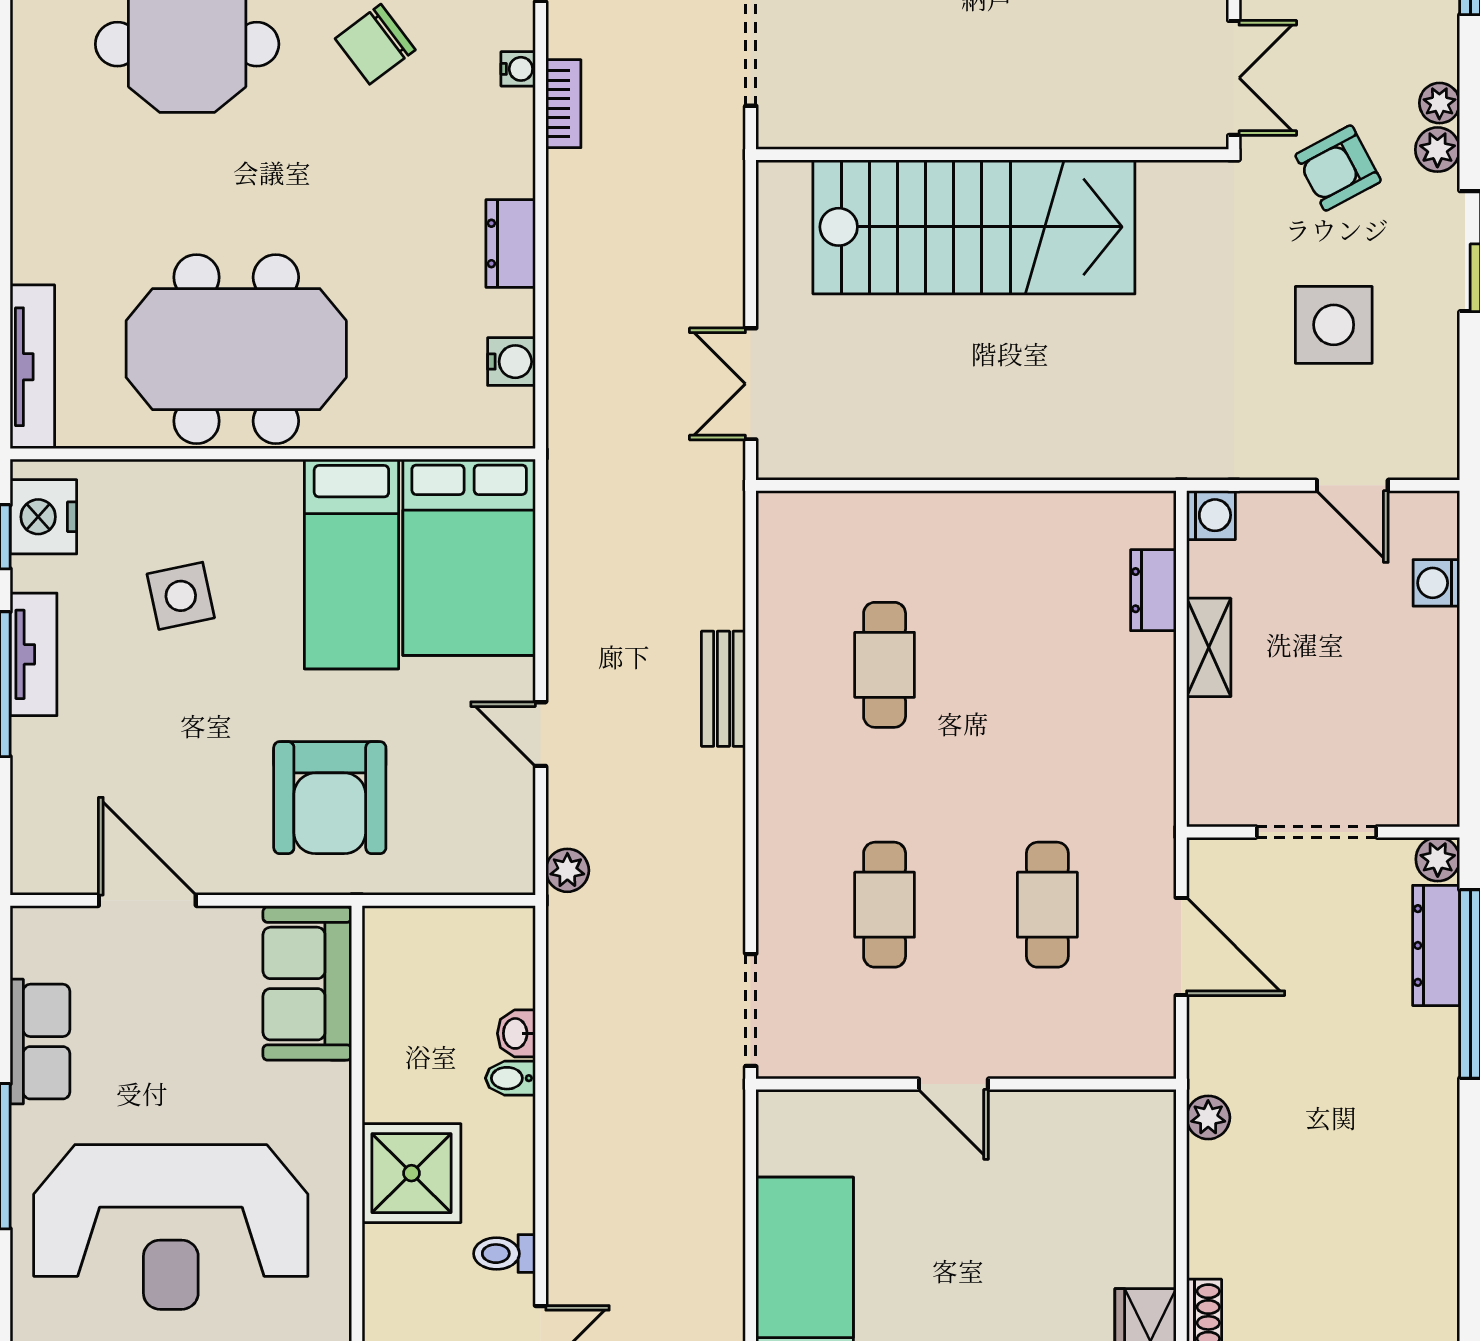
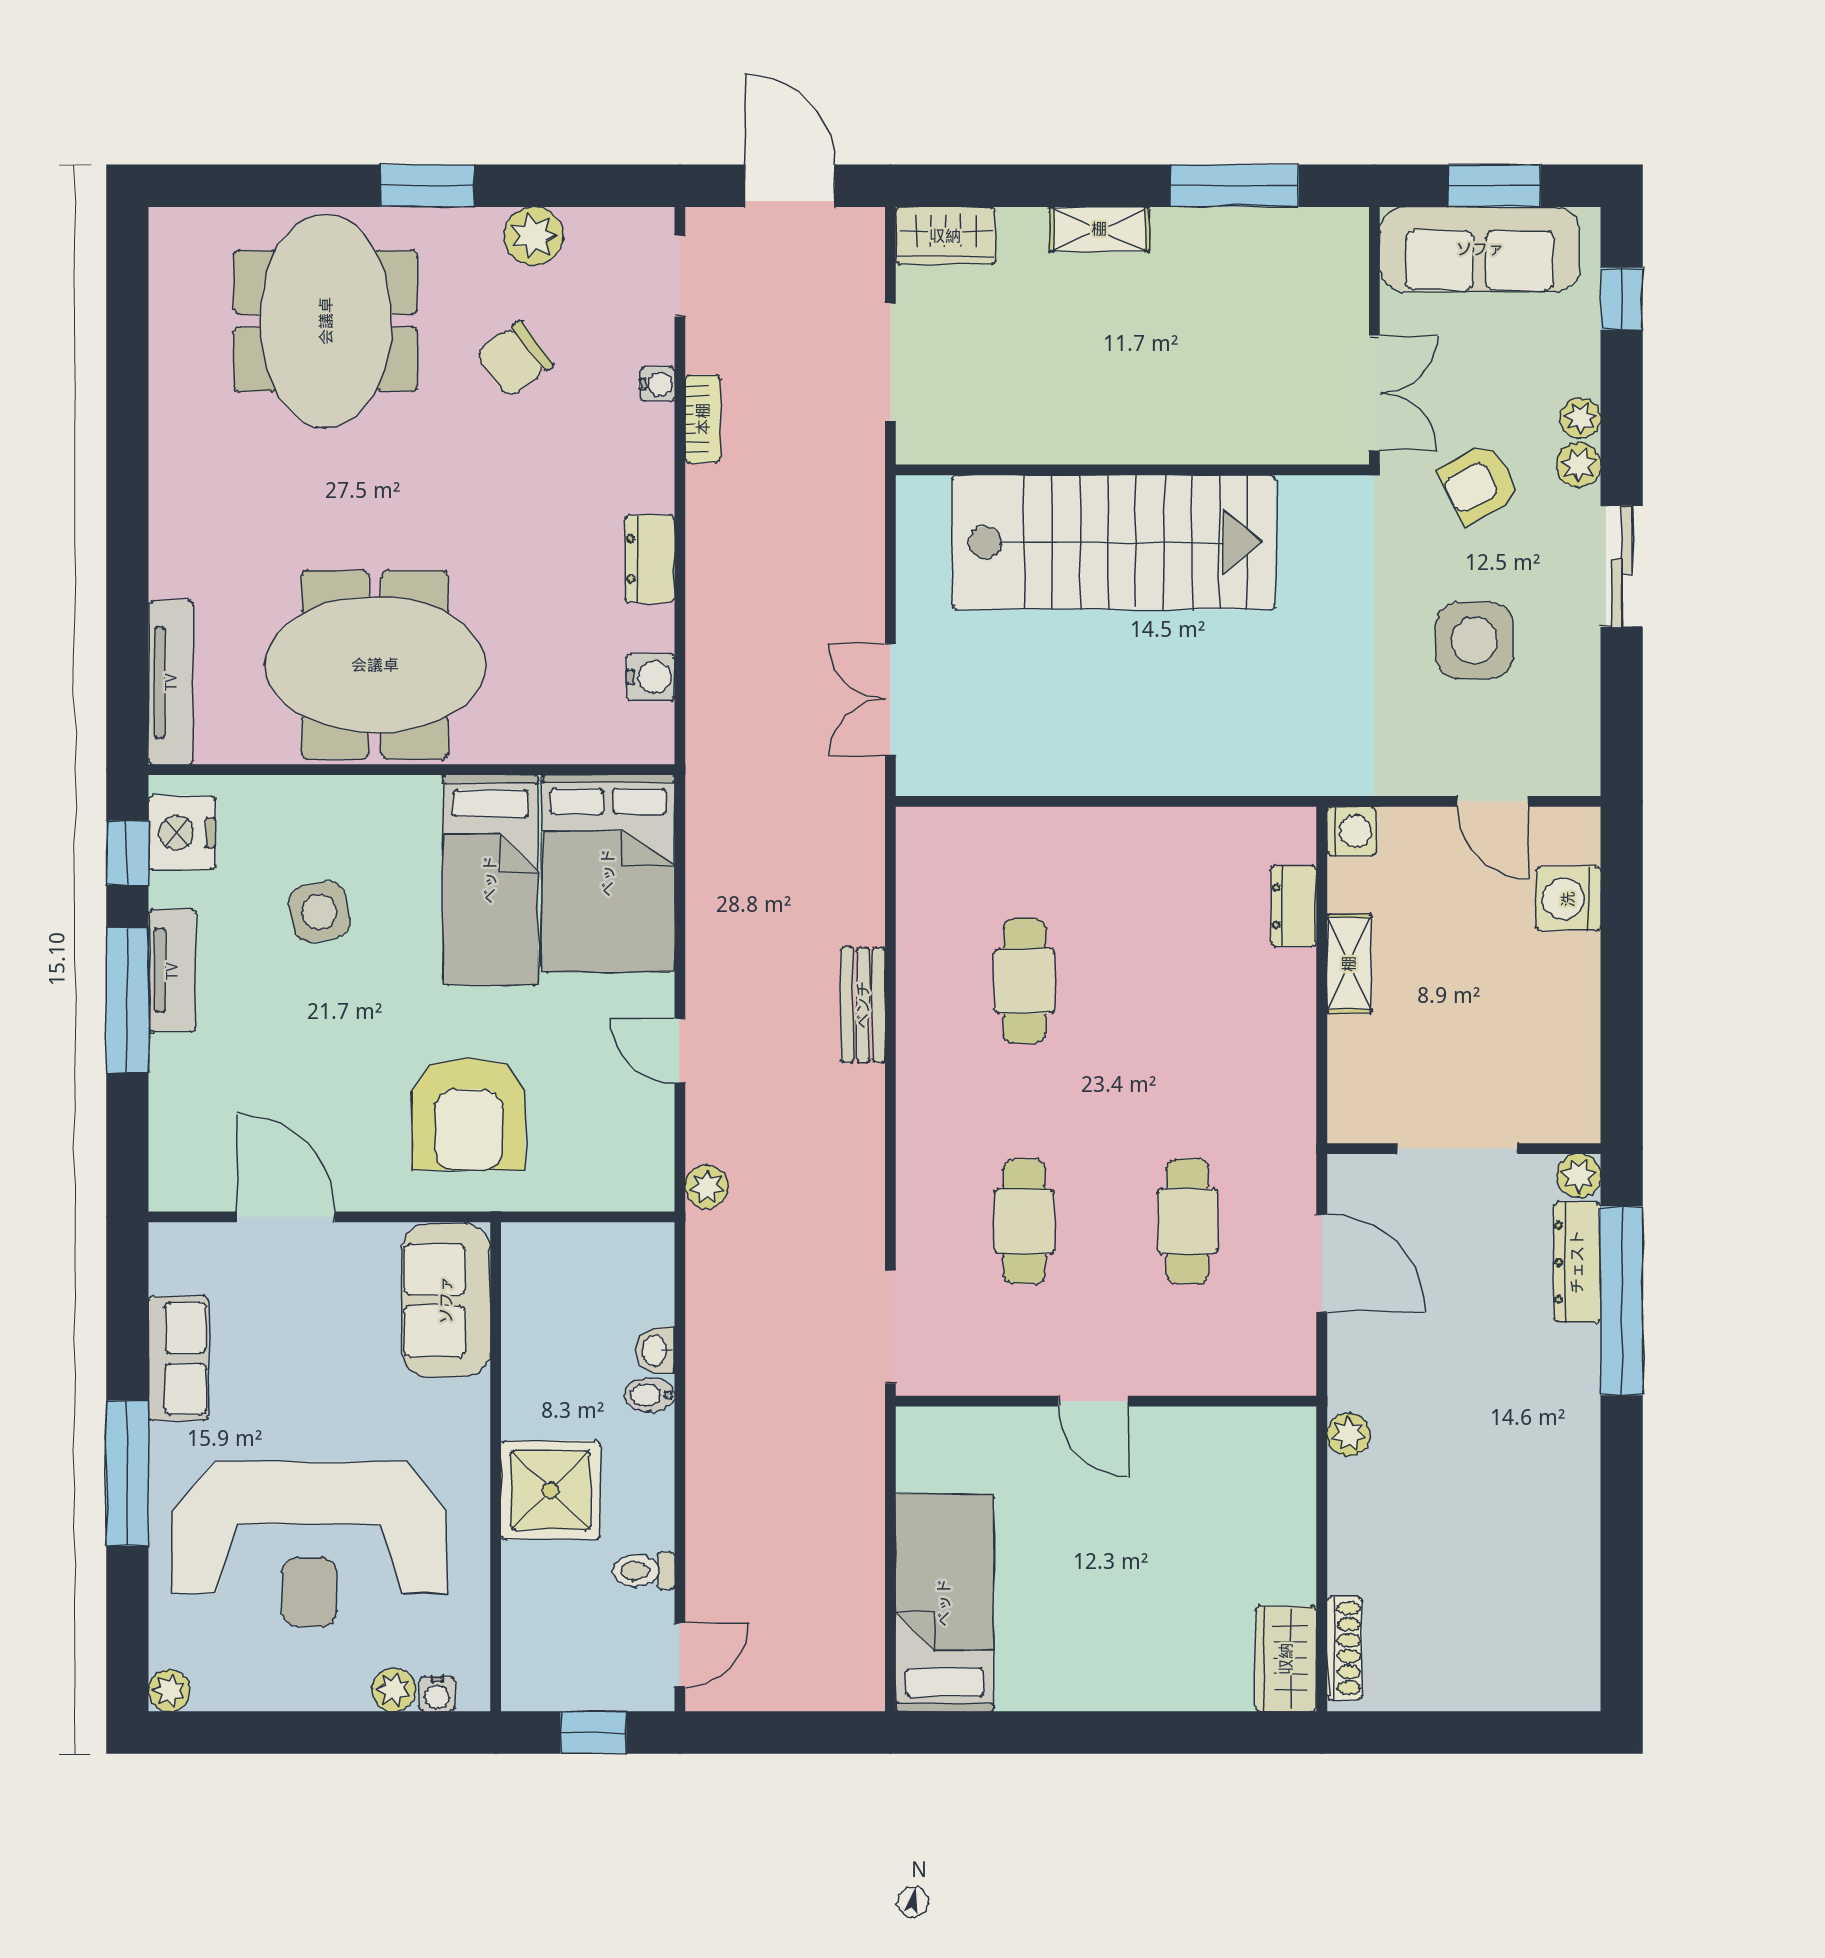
washing machine: (1436, 583) -> (1568, 899), width x1.38, depth x1.38

